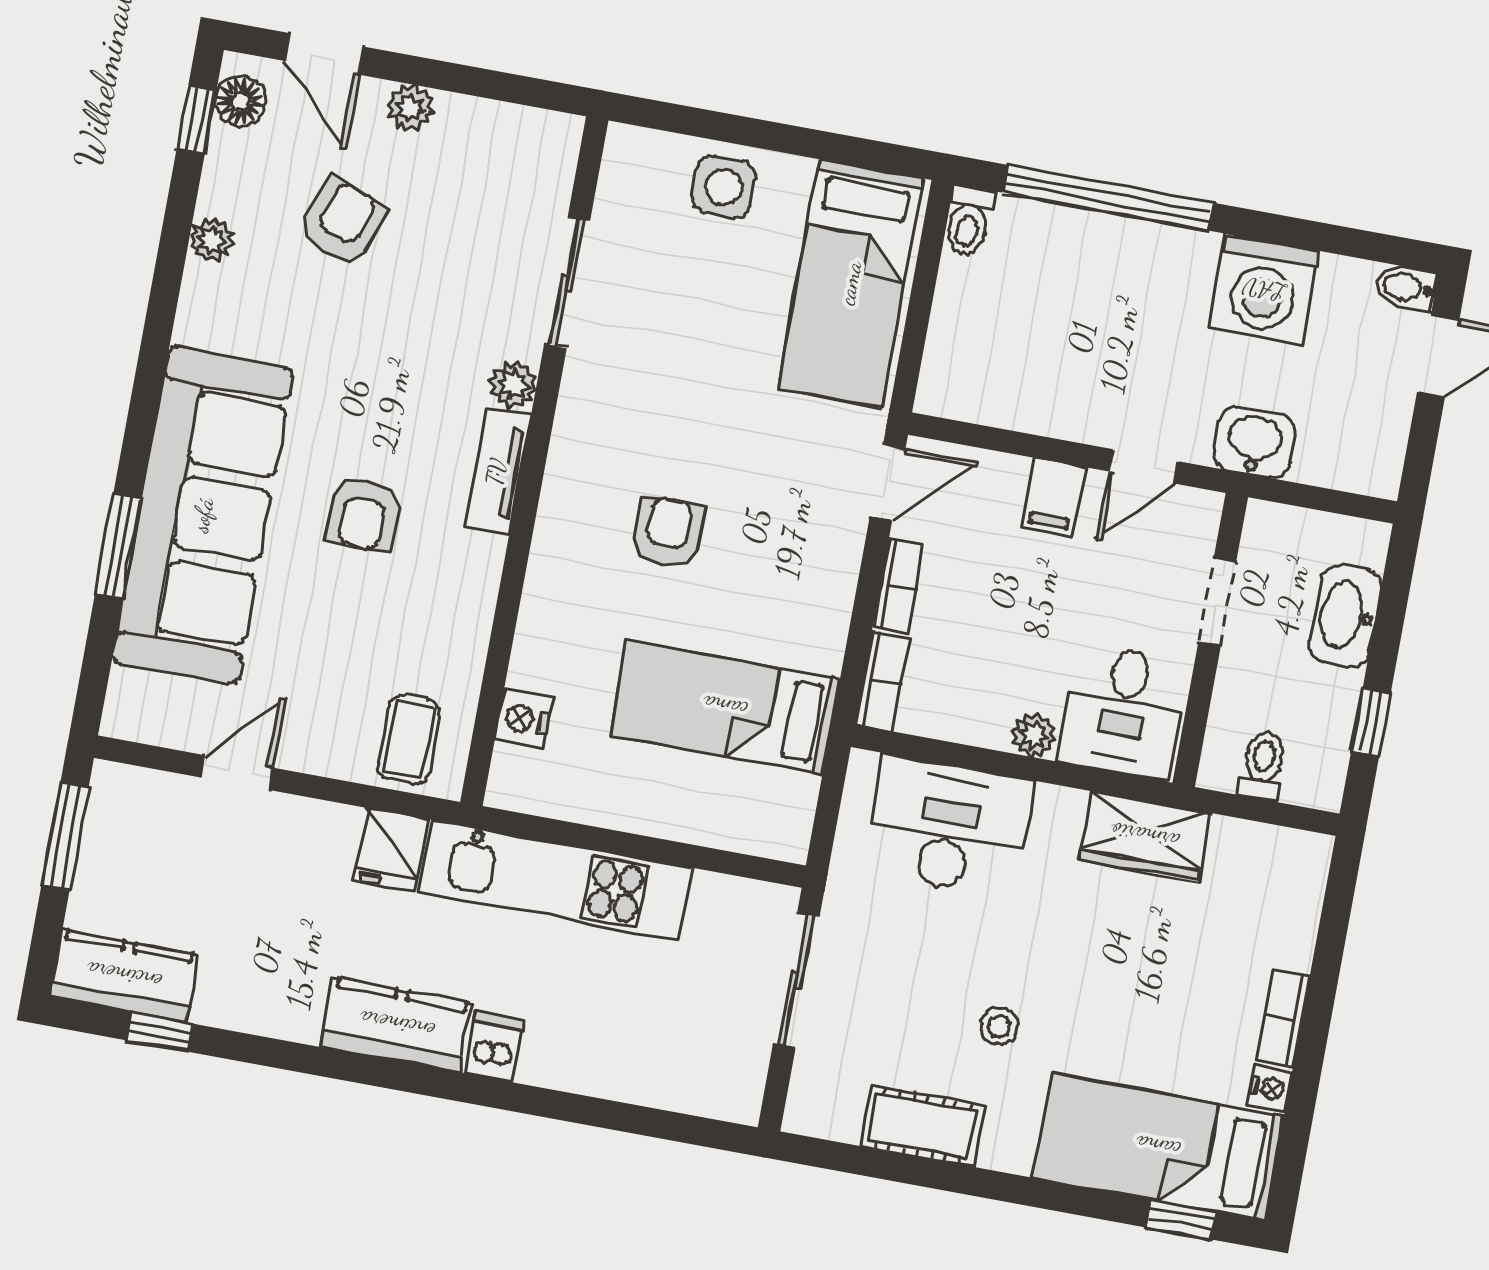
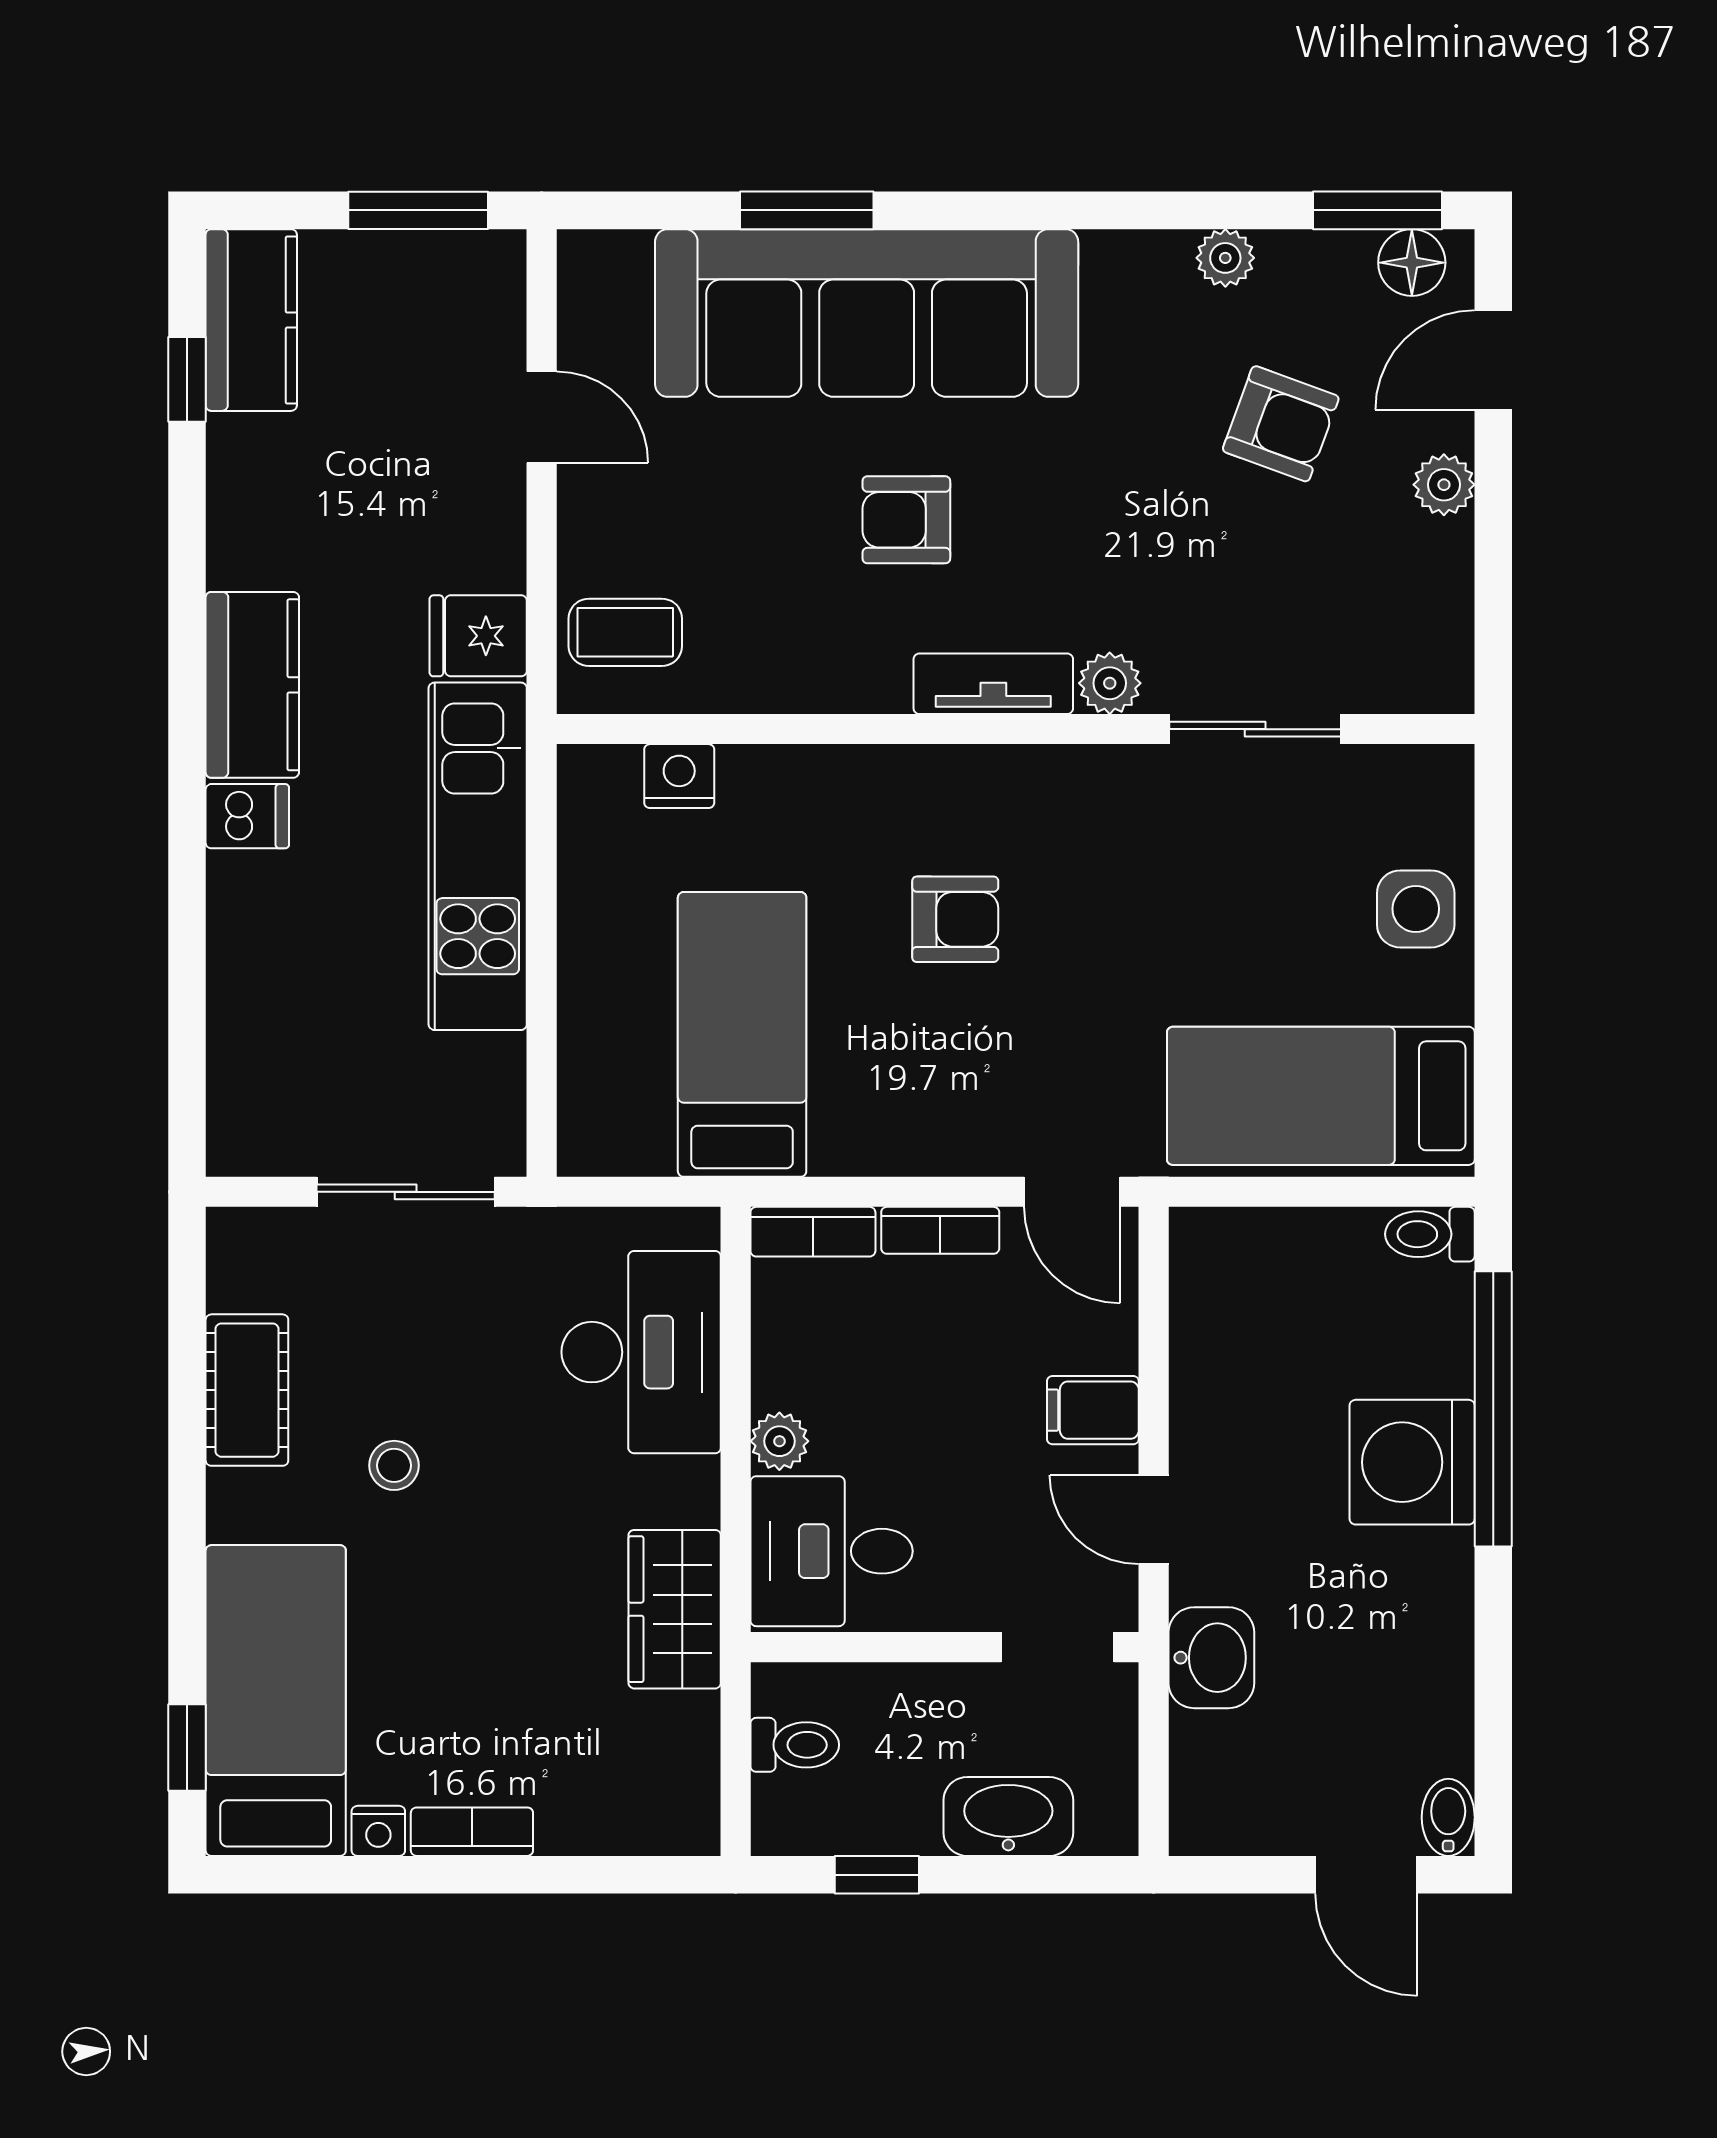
window: (197, 120) -> (1378, 210), width x1.50
washing machine: (1264, 289) -> (1412, 1462), moved
doorway: (1217, 602) -> (1058, 1647), moved

